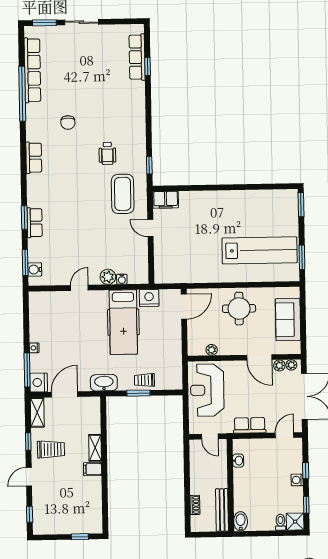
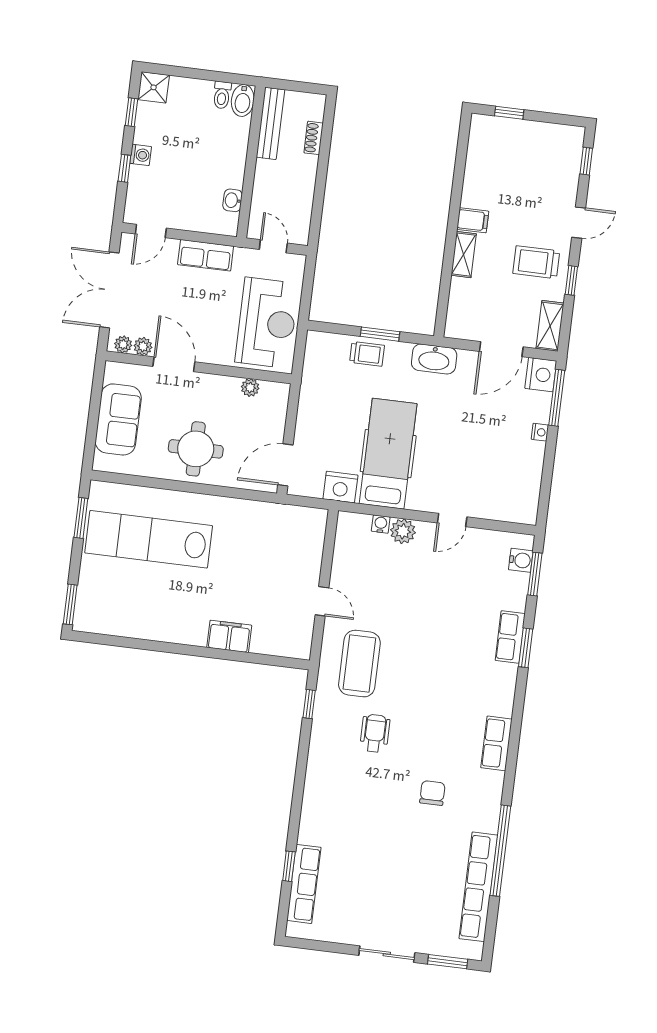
filing cabinet: (166, 200) -> (229, 636), moved
toilet: (280, 522) -> (222, 95), moved

